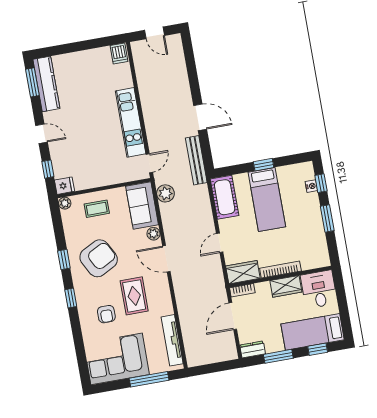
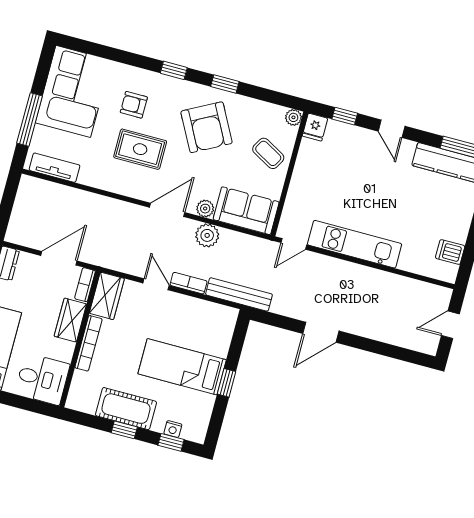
dishwasher: (119, 53) -> (450, 252), moved
door: (42, 134) -> (392, 129), hinge flipped
bench: (196, 160) -> (239, 294), moved
door: (149, 163) -> (294, 244), hinge flipped
plant: (165, 193) -> (207, 235), moved
cot: (225, 197) -> (126, 409), moved
coffee table: (97, 209) -> (268, 153), turned -61
window: (327, 218) -> (124, 430), width x0.67
bookcase: (209, 221) -> (189, 283), added
wardrobe: (286, 286) -> (70, 320), moved
door: (233, 316) -> (59, 258), hinge flipped
tv unit: (172, 340) -> (55, 168), width x0.71

